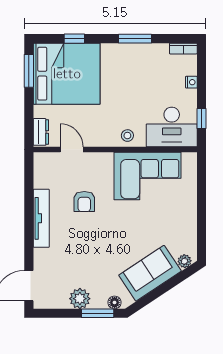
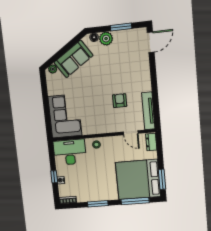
window: (74, 39) -> (135, 201), width x2.17
window: (201, 118) -> (54, 177), moved
corner sofa: (148, 176) -> (65, 116), moved, turned 90
tv unit: (41, 218) -> (148, 111), moved
plant: (80, 299) -> (106, 39), moved
window: (98, 313) -> (121, 27), moved

